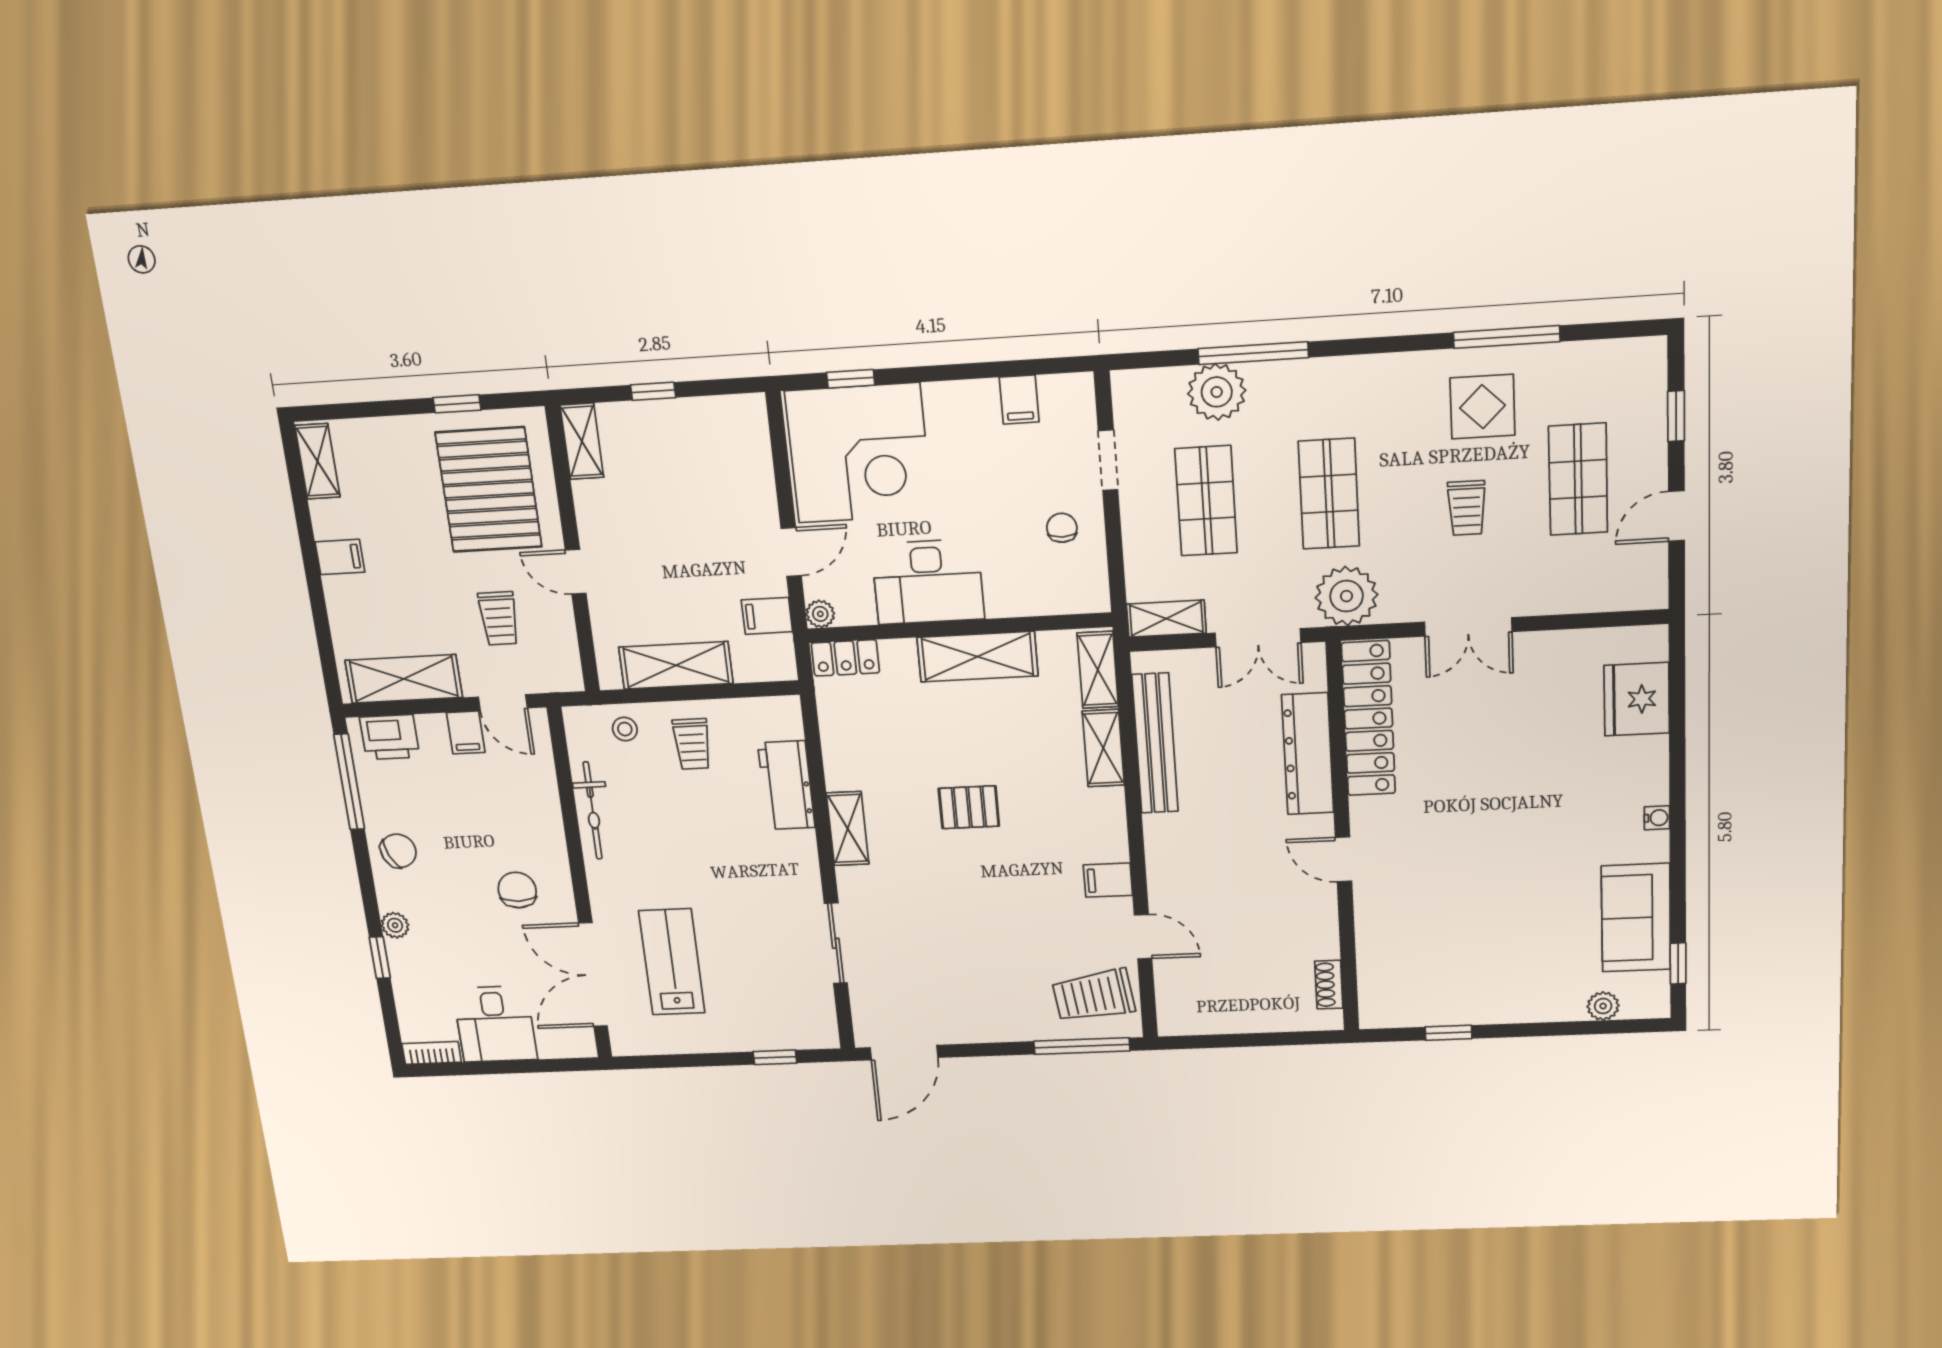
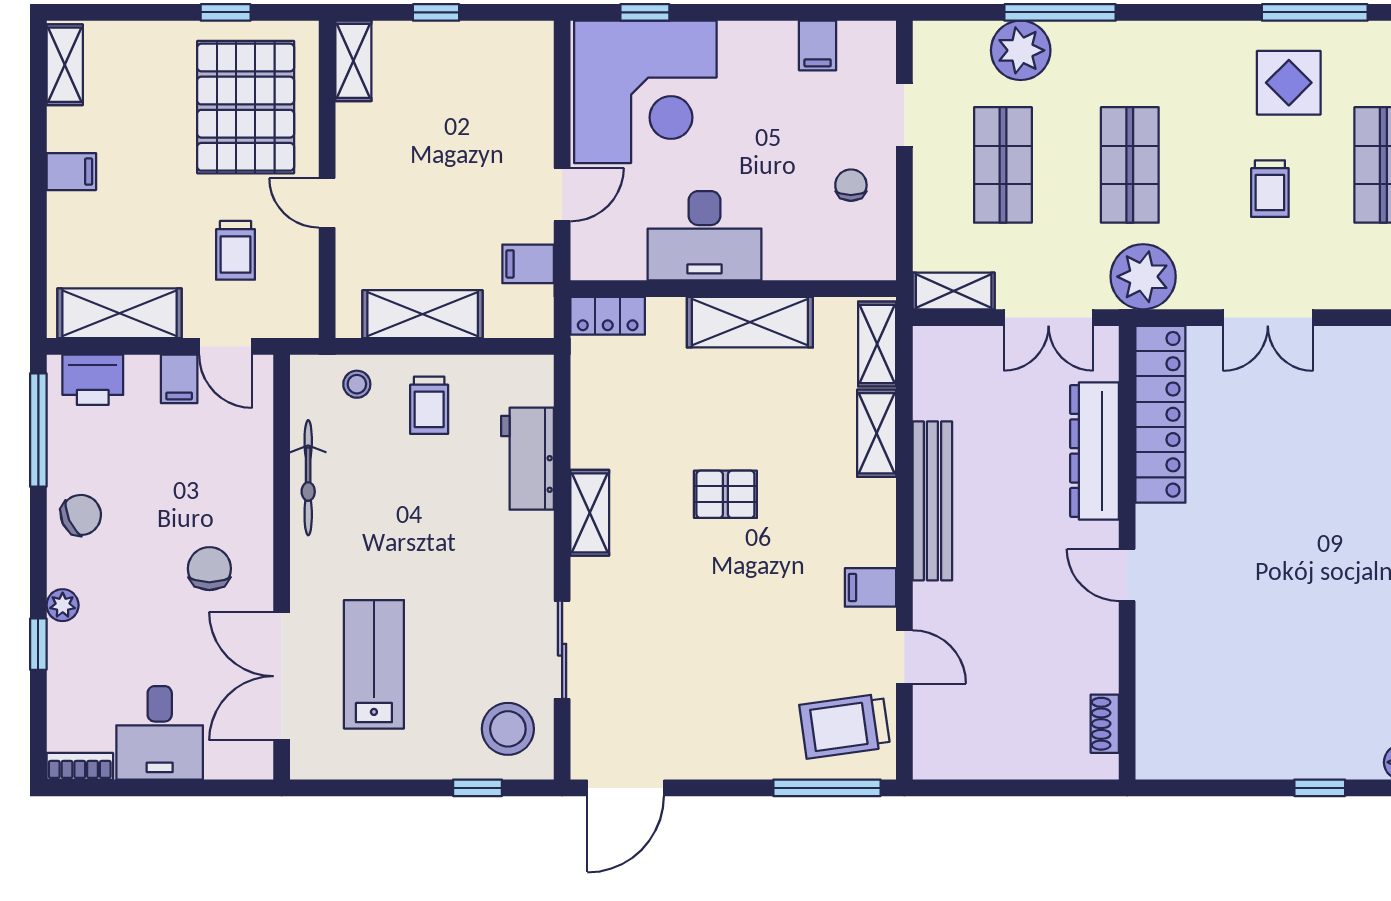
plant: (820, 614) -> (586, 265), removed
bench: (1155, 743) -> (932, 501), moved
stool: (796, 1009) -> (508, 729), added
window: (1449, 1033) -> (1320, 788), moved

